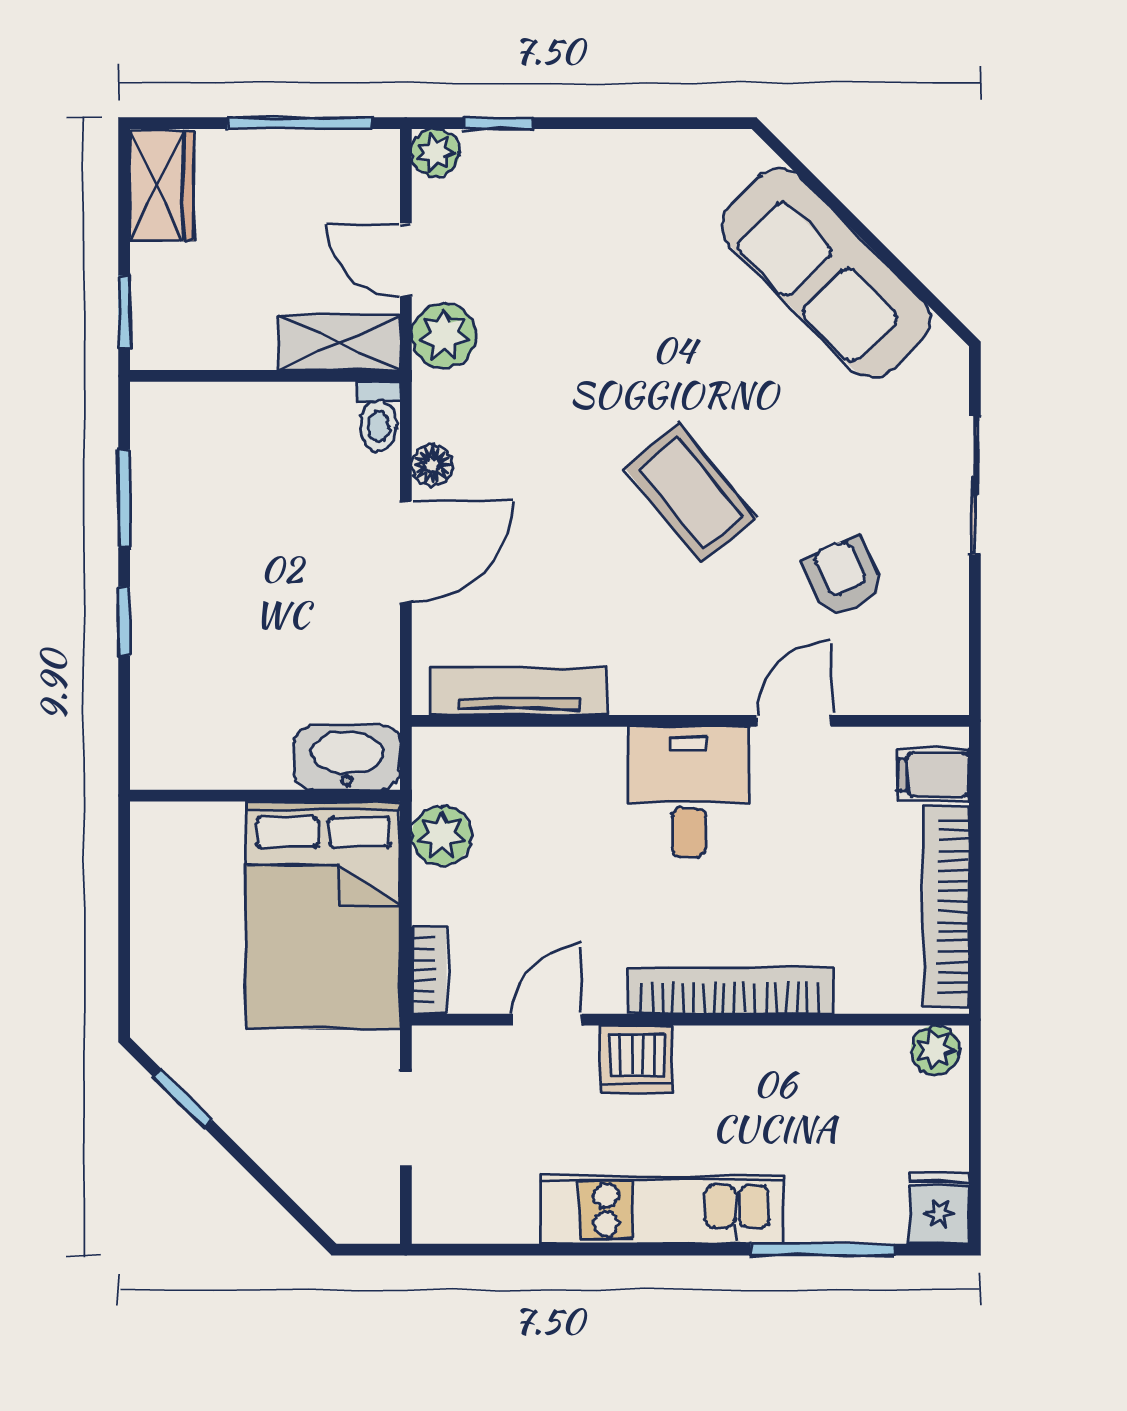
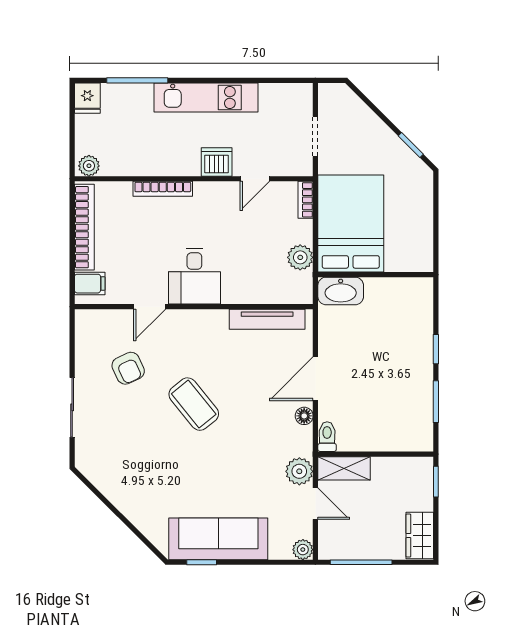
window: (499, 123) -> (202, 562), moved
sofa: (826, 273) -> (218, 539), moved, turned -45
bookcase: (730, 991) -> (163, 189), width x0.68, depth x0.76

